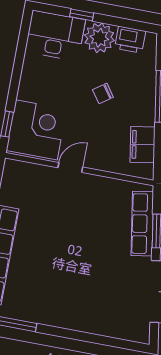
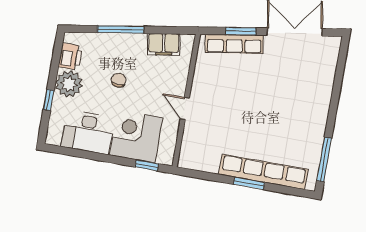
desk: (55, 36) -> (88, 132), moved, turned -90
chair: (103, 93) -> (119, 80), turned -145
corner desk: (36, 130) -> (136, 136), moved

